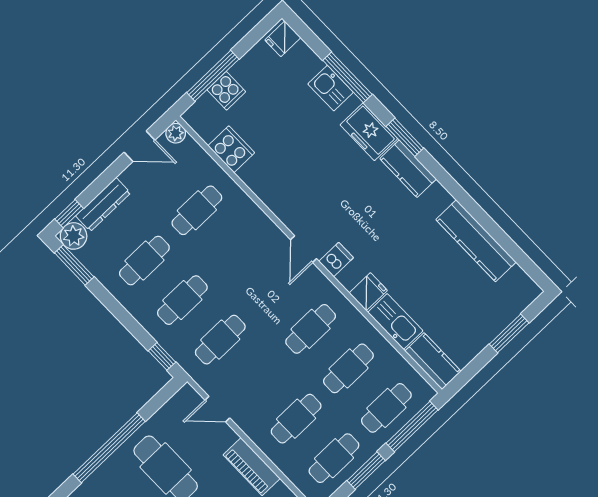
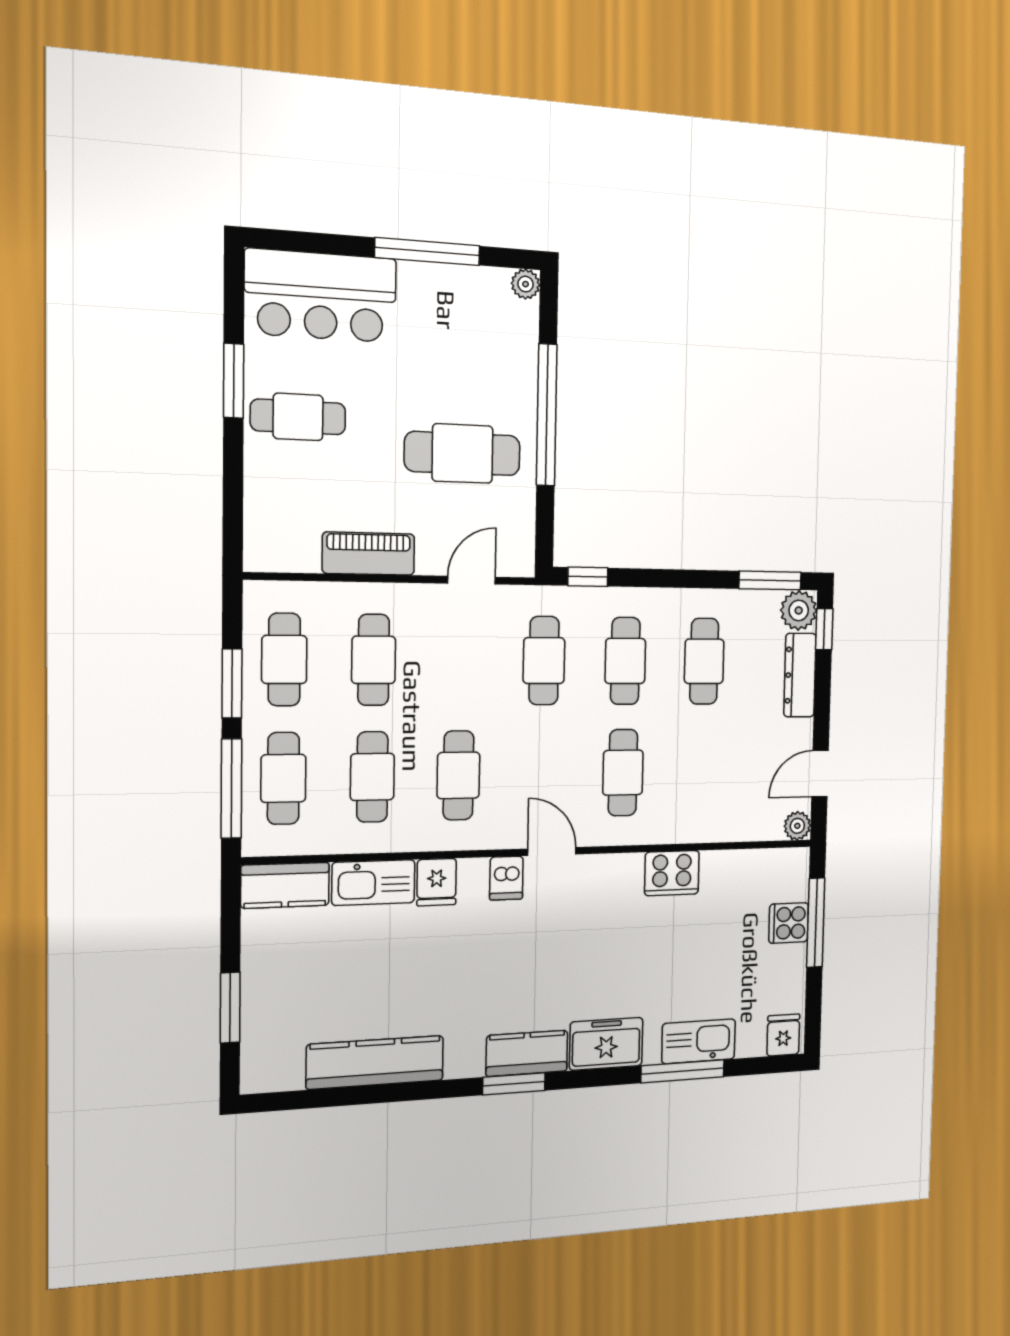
kitchen sink: (331, 88) -> (699, 1041), width x1.38
window: (405, 137) -> (514, 1084), moved
cooker: (231, 149) -> (672, 873), moved
cafe table: (197, 210) -> (623, 773), moved

